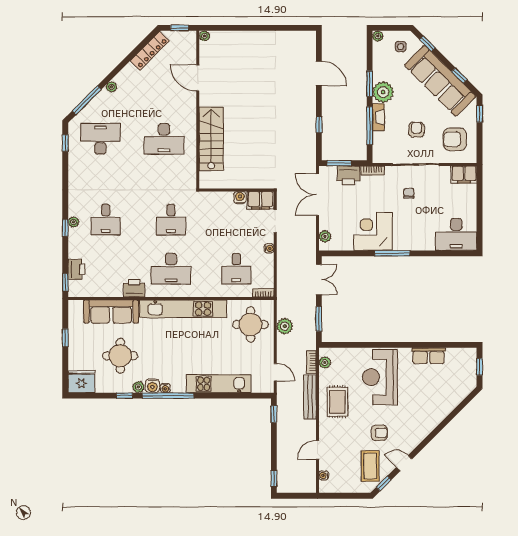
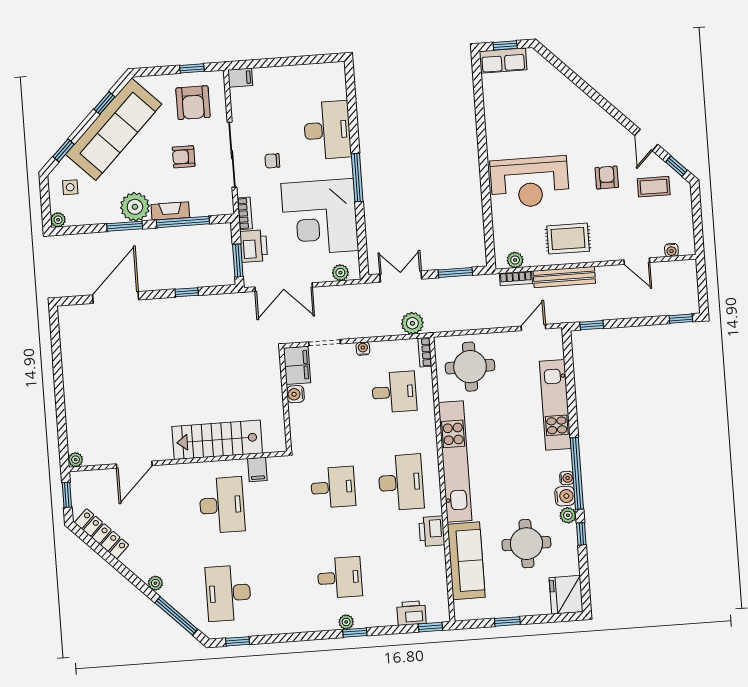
door: (319, 73) -> (116, 297), width x1.36
window: (480, 114) -> (192, 68), moved
filing cabinet: (188, 166) -> (257, 469), added
filing cabinet: (464, 175) -> (240, 78), width x0.50
corner desk: (373, 231) -> (320, 217), width x1.36, depth x1.36
desk: (456, 234) -> (327, 130), moved
plant: (285, 326) -> (412, 323), moved
row of seats: (429, 356) -> (503, 61), moved, turned 90
coffee table: (370, 466) -> (654, 187), width x0.73, depth x0.77

